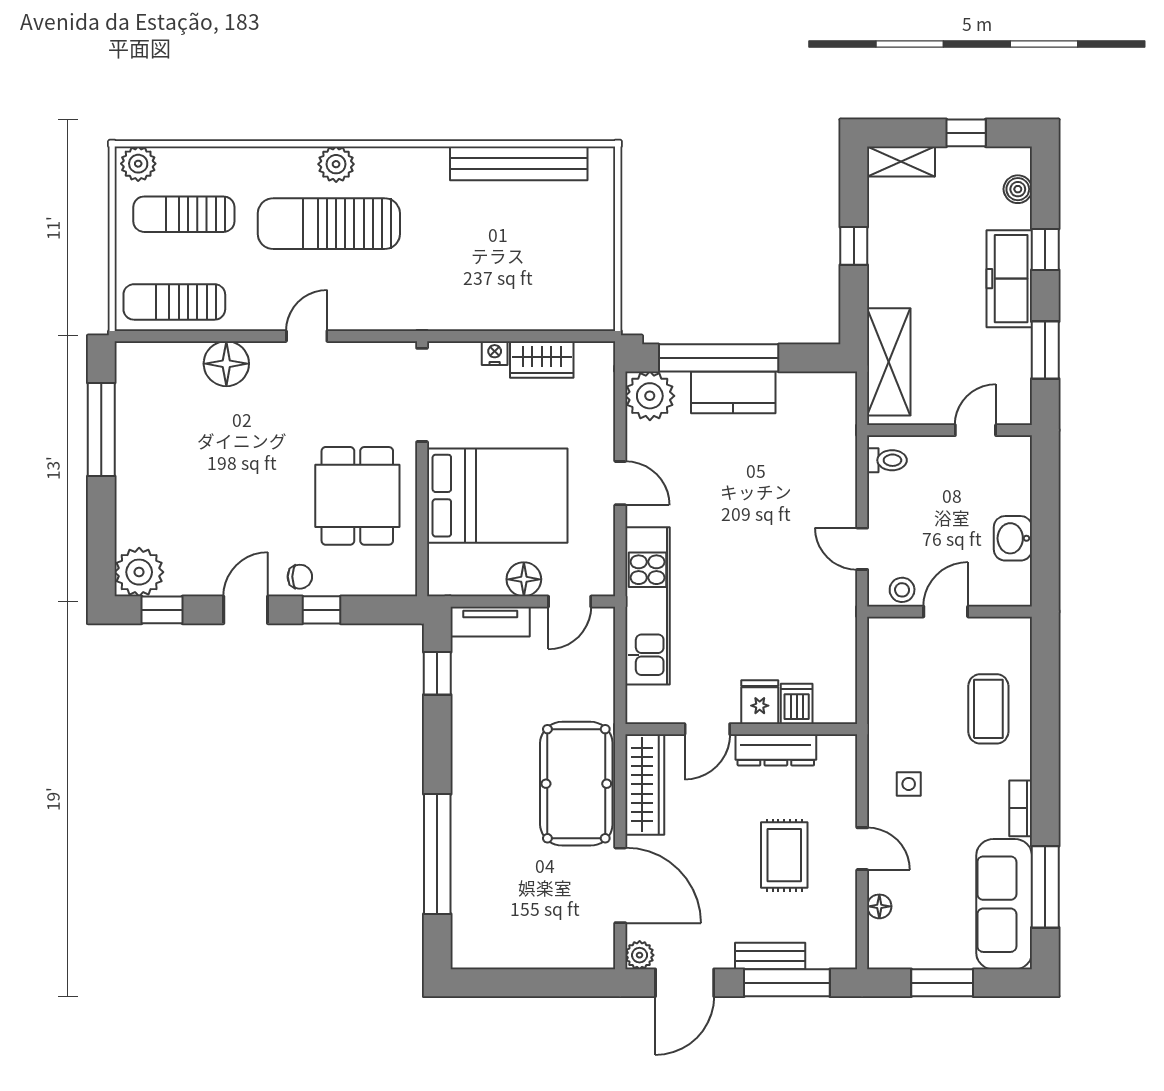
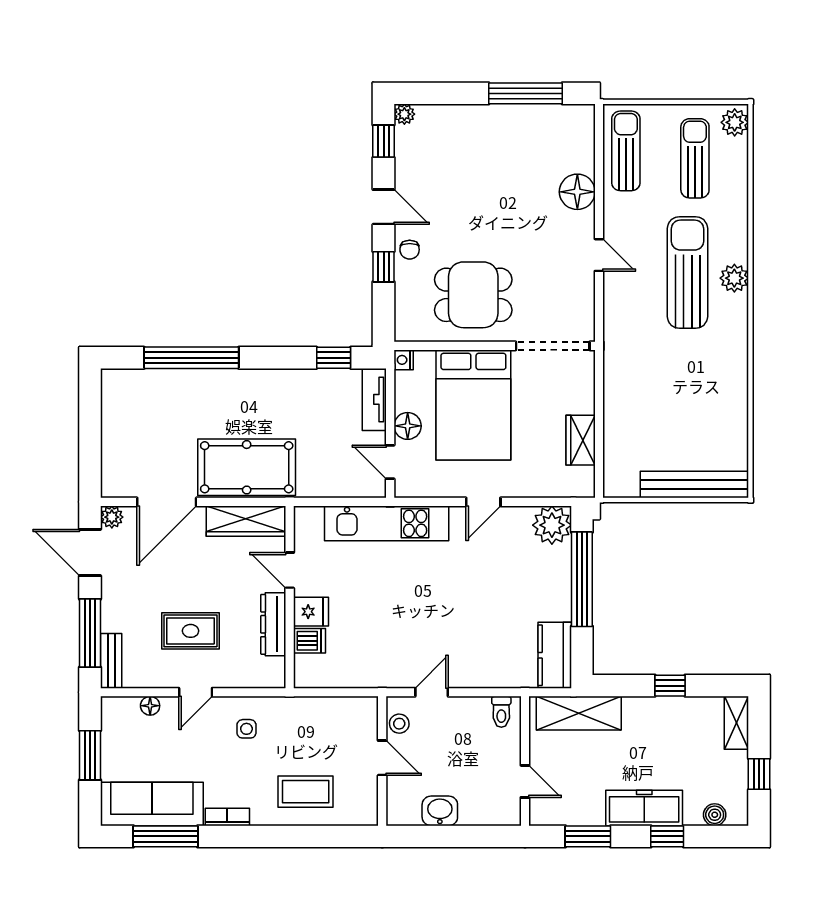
bench: (519, 163) -> (694, 484), moved, turned 90
nightstand: (495, 353) -> (404, 360), moved, turned 180
kitchen counter: (733, 392) -> (555, 655), moved
plant: (139, 572) -> (404, 114), width x0.53, depth x0.53
bench: (770, 956) -> (111, 661), moved

